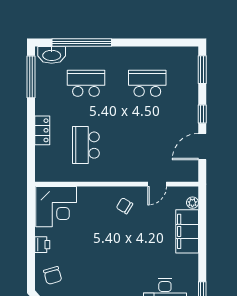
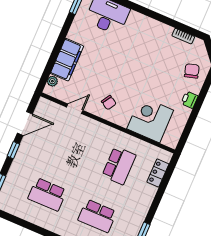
locker: (42, 130) -> (158, 173), moved
corner desk: (56, 207) -> (150, 119), moved

